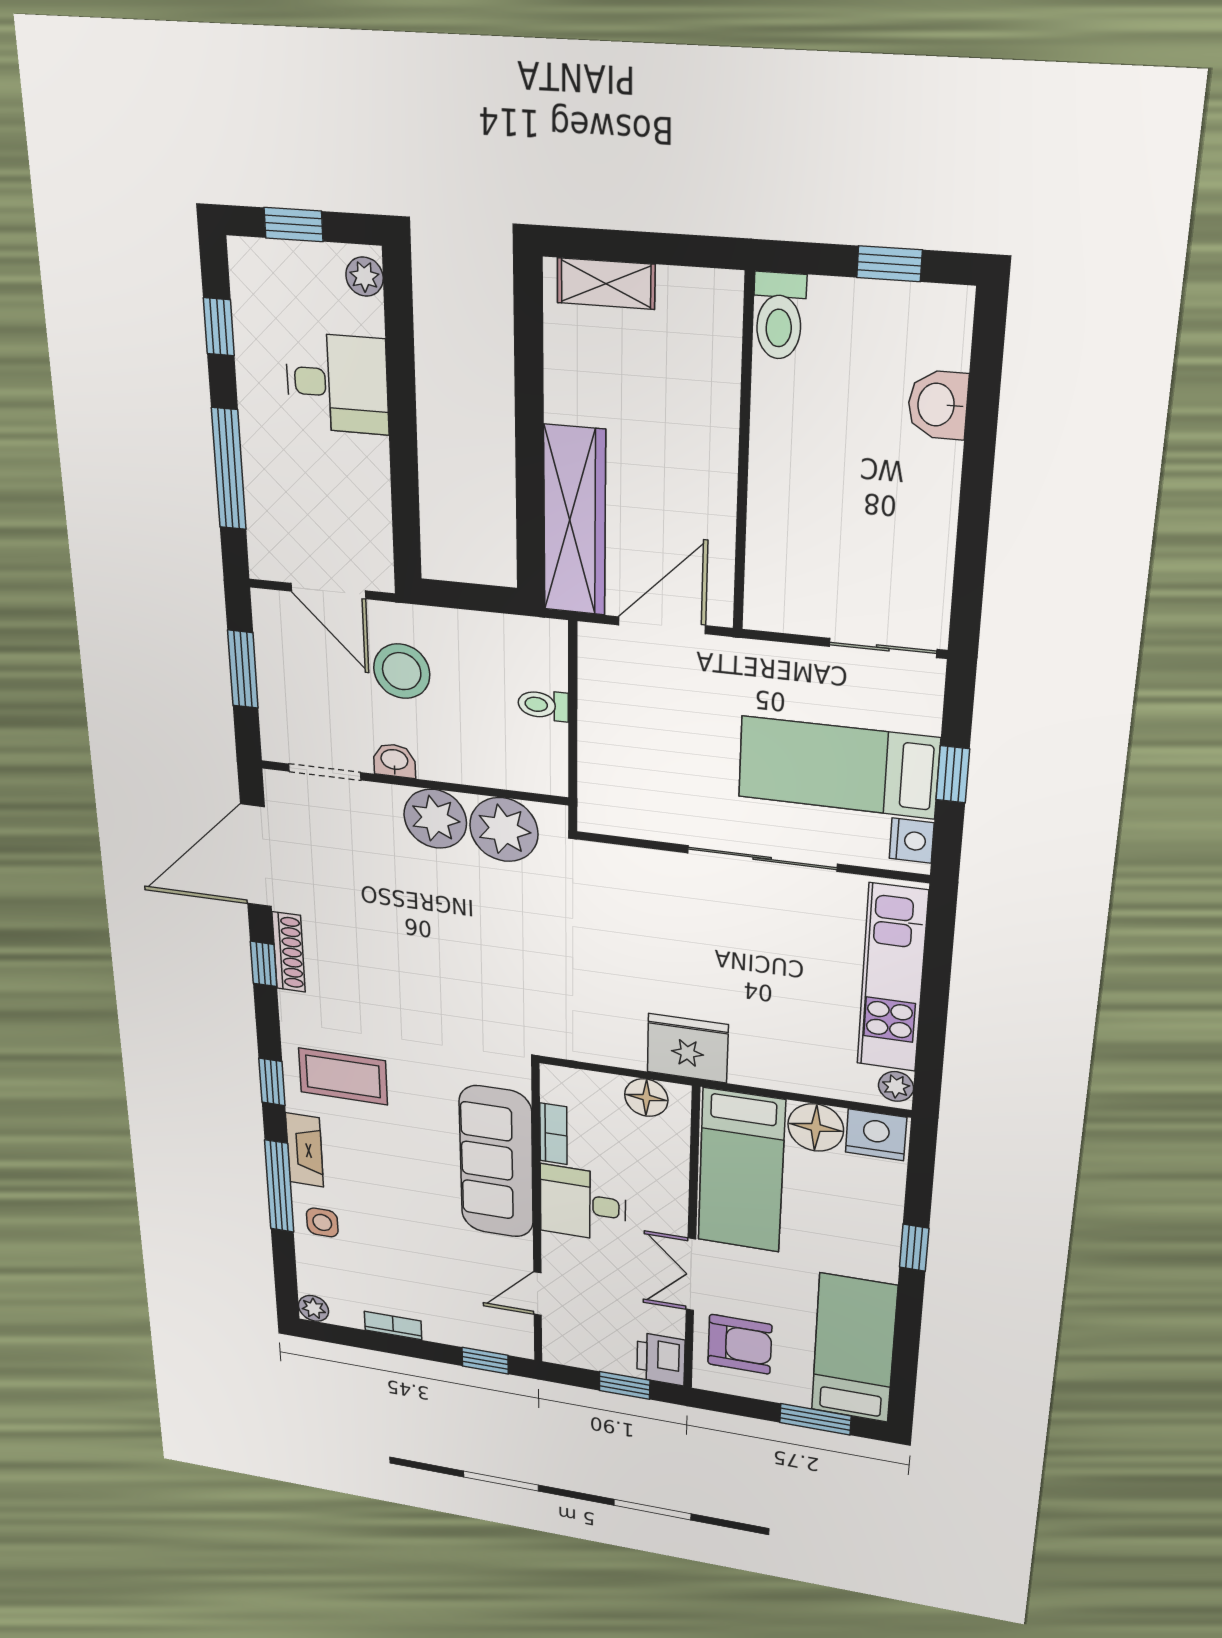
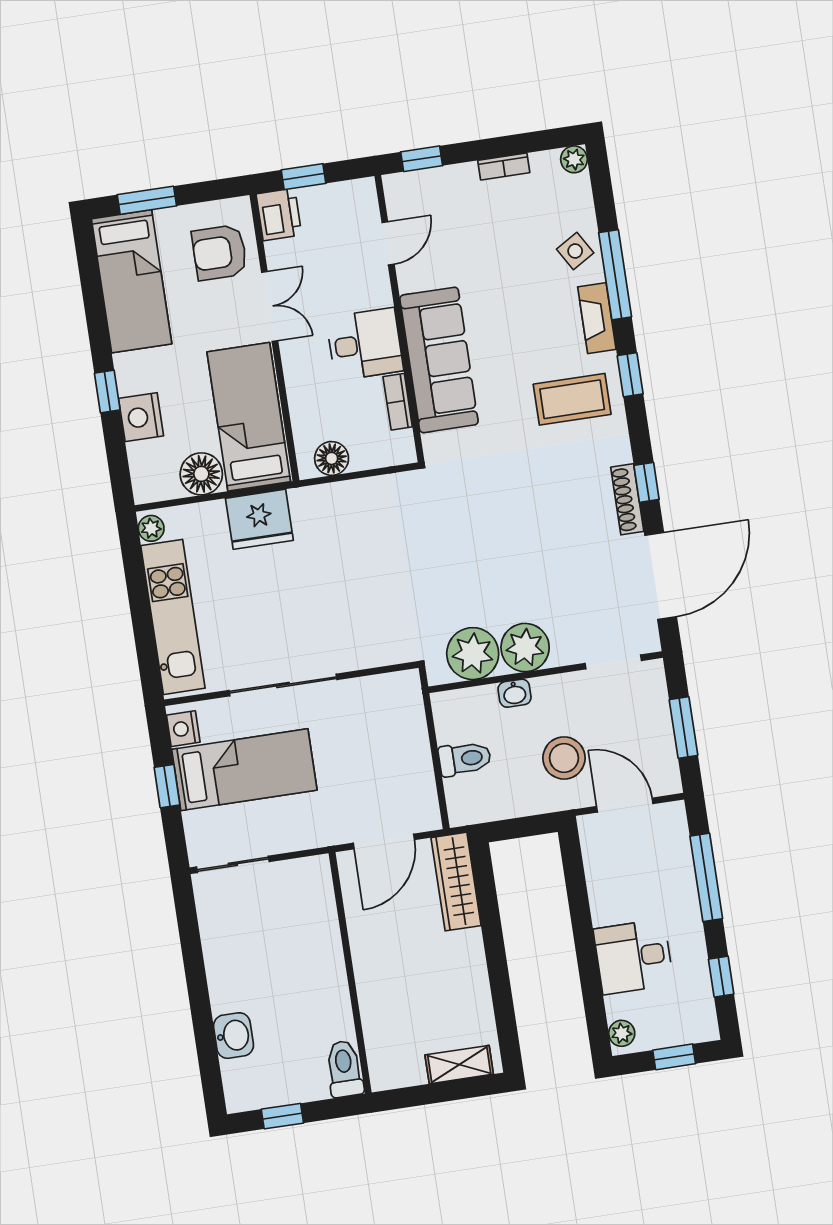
wardrobe: (575, 521) -> (456, 882), width x0.71, depth x0.85
toilet: (543, 705) -> (465, 759), width x1.37, depth x1.39
washbasin: (394, 760) -> (515, 693), moved
fridge: (688, 1048) -> (259, 519), moved
nightstand: (876, 1135) -> (141, 417), moved, turned 90
side table: (322, 1222) -> (575, 251), turned -31

